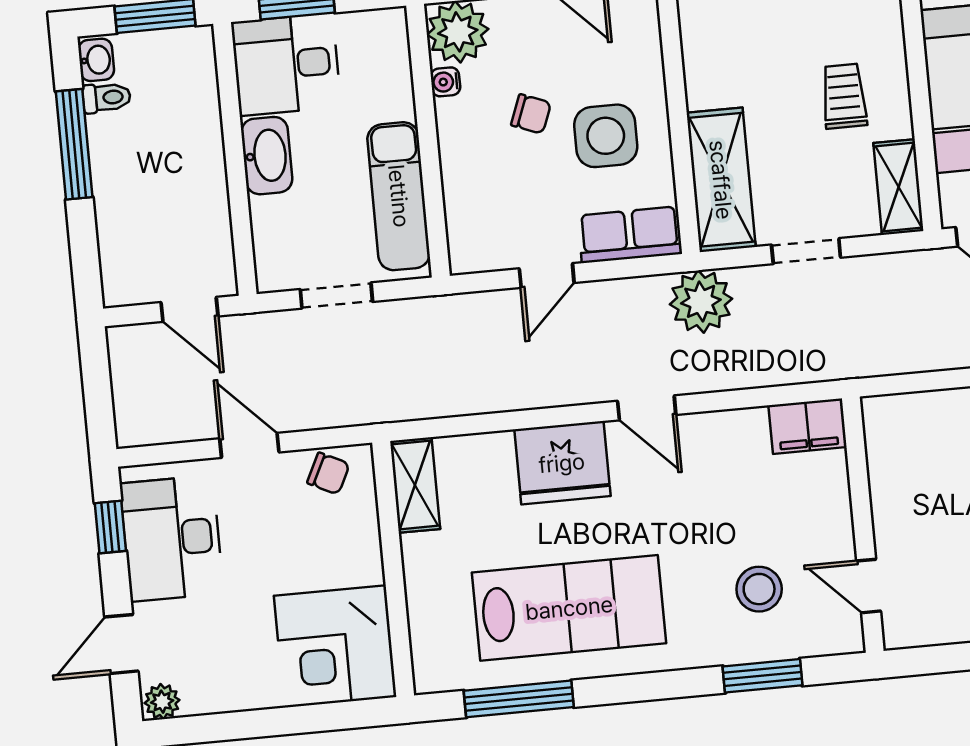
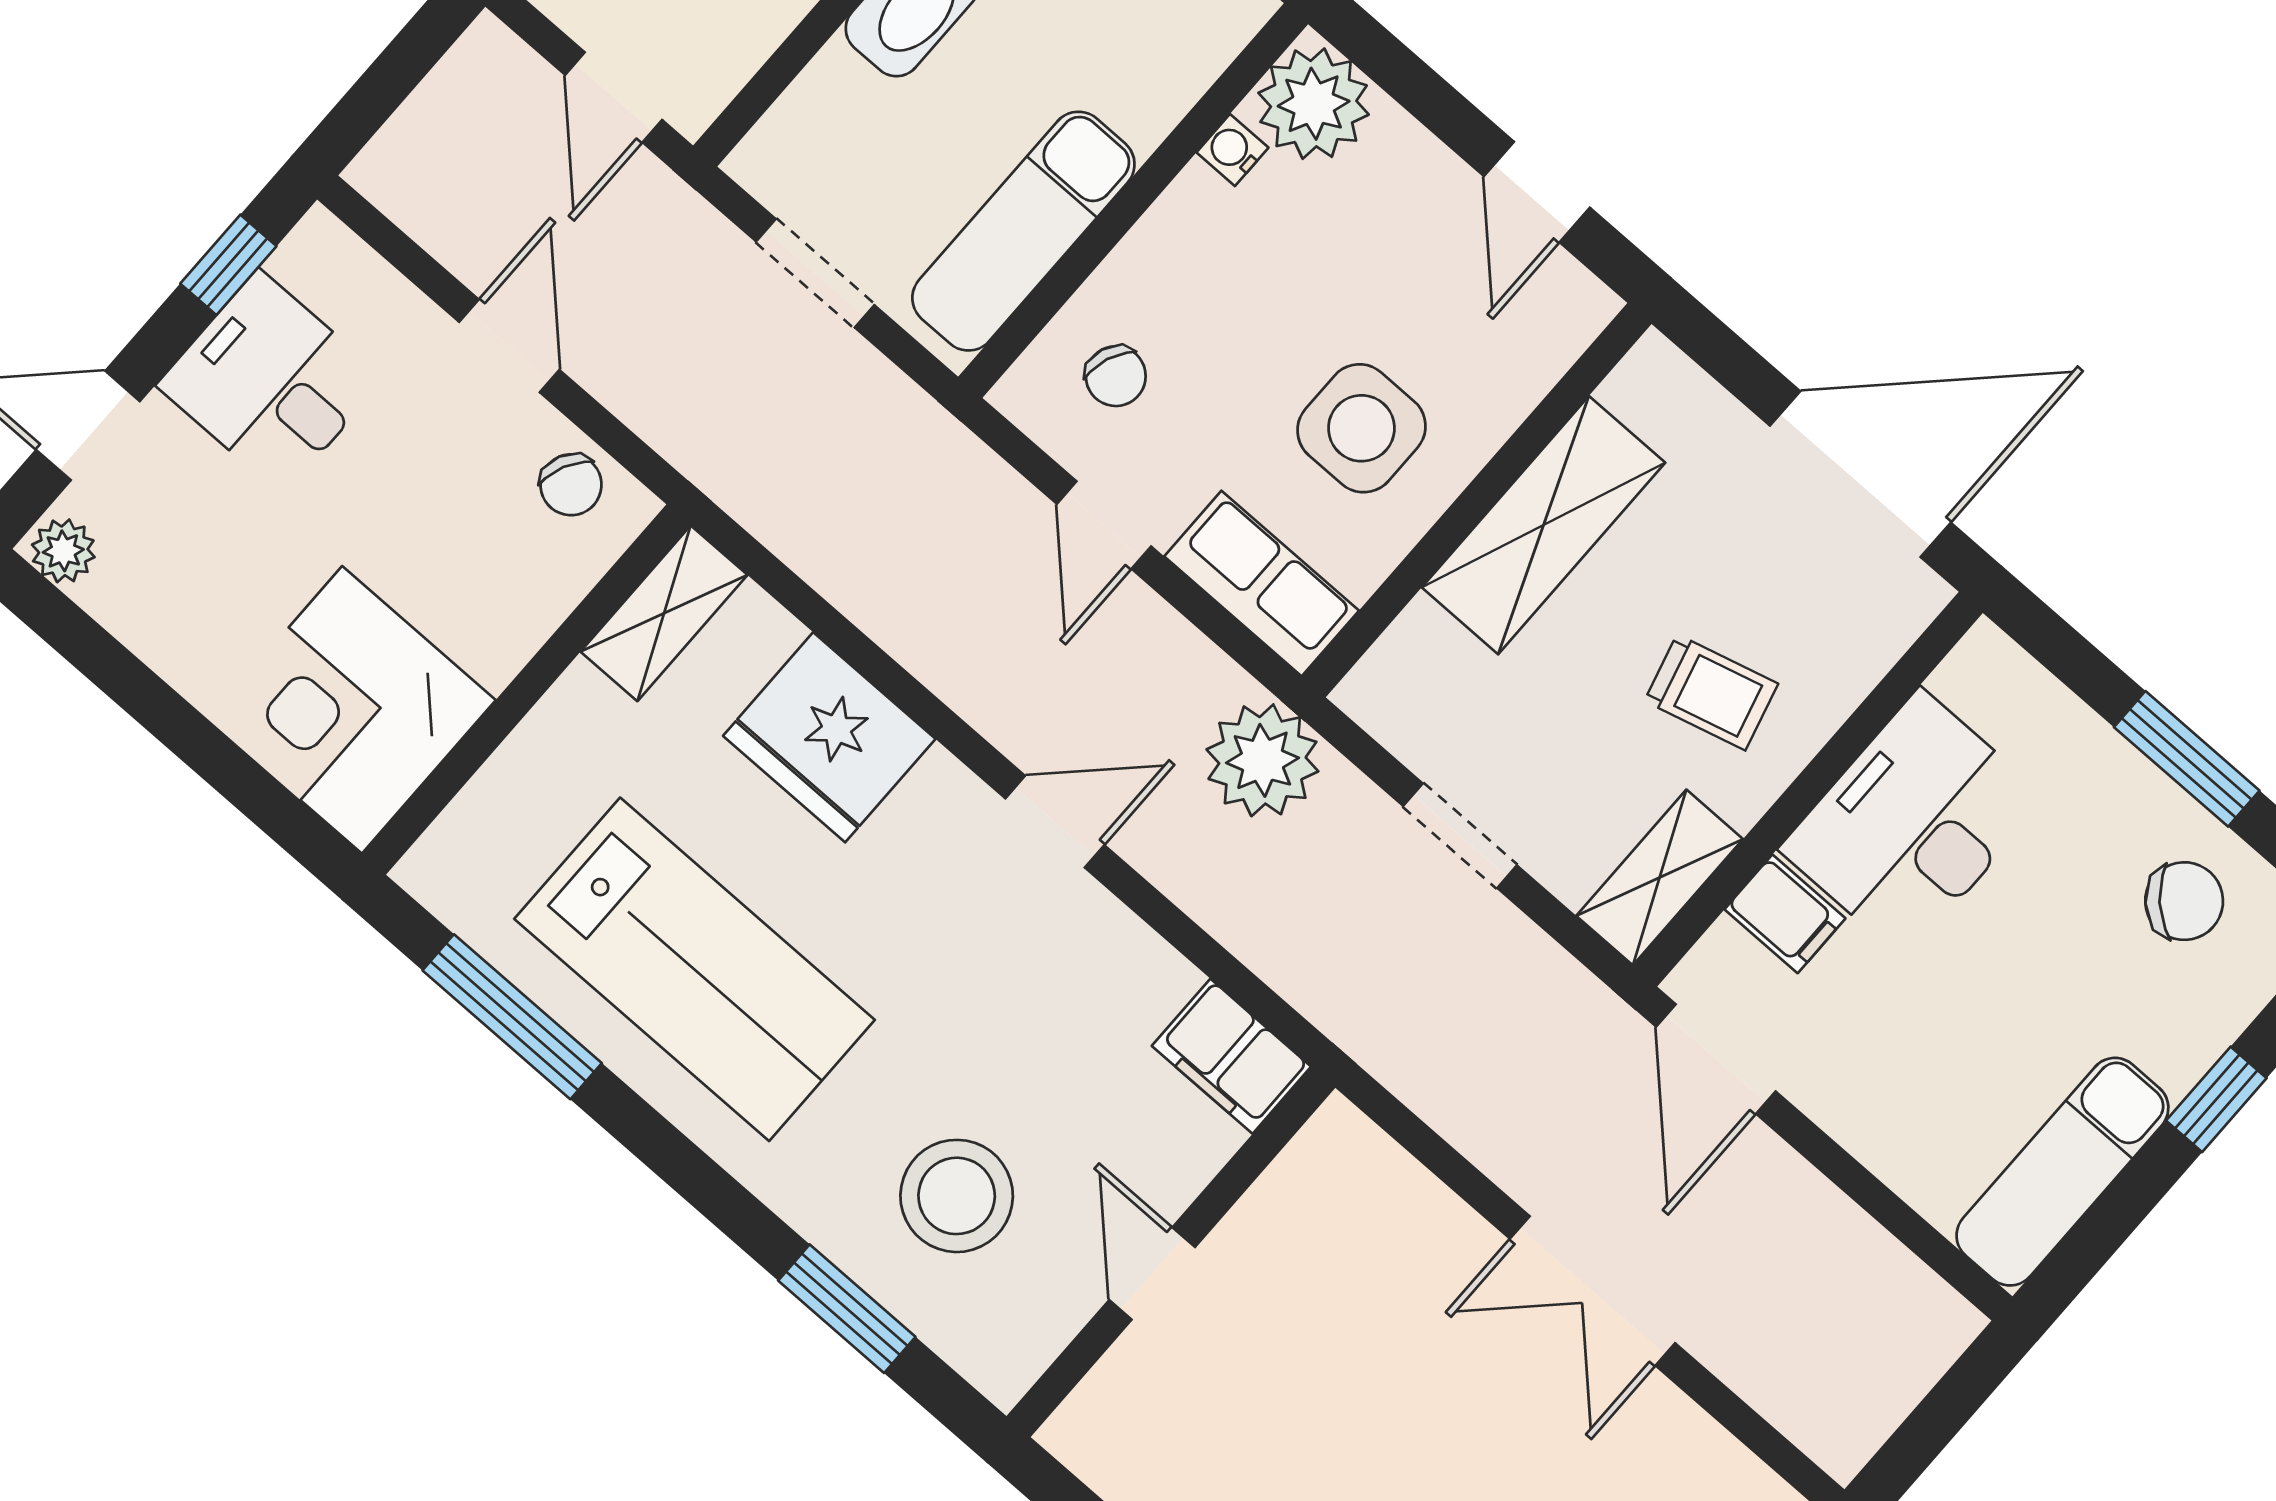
trolley: (844, 96) -> (1711, 692), turned 75
chair: (531, 114) -> (1116, 376), moved
shelving: (721, 180) -> (1544, 525), moved
door: (547, 276) -> (1104, 525), hinge flipped
door: (647, 408) -> (1055, 822), swing flipped
fridge: (562, 463) -> (829, 737), moved
desk: (172, 538) -> (271, 382), width x0.73
door: (869, 586) -> (1152, 1273), moved
stool: (759, 589) -> (957, 1196), width x1.38, depth x1.38

